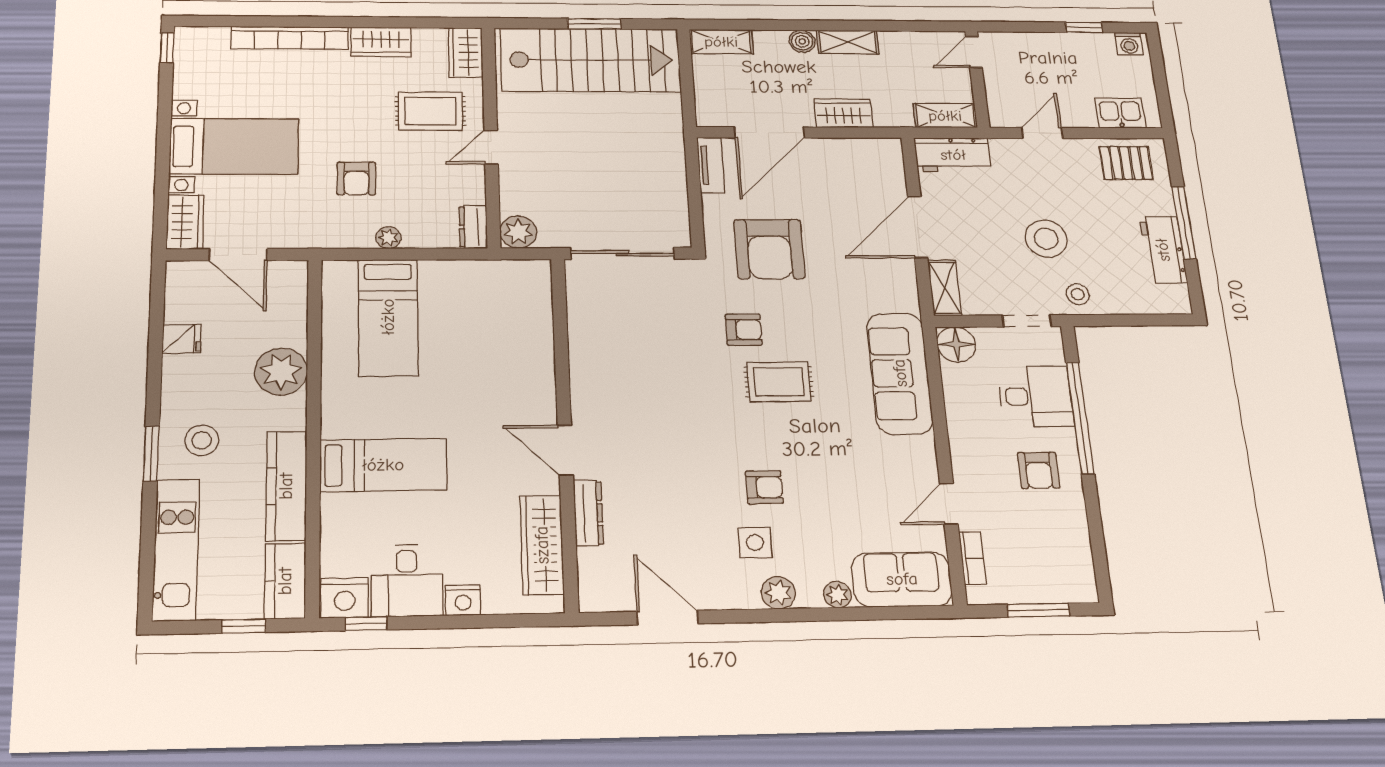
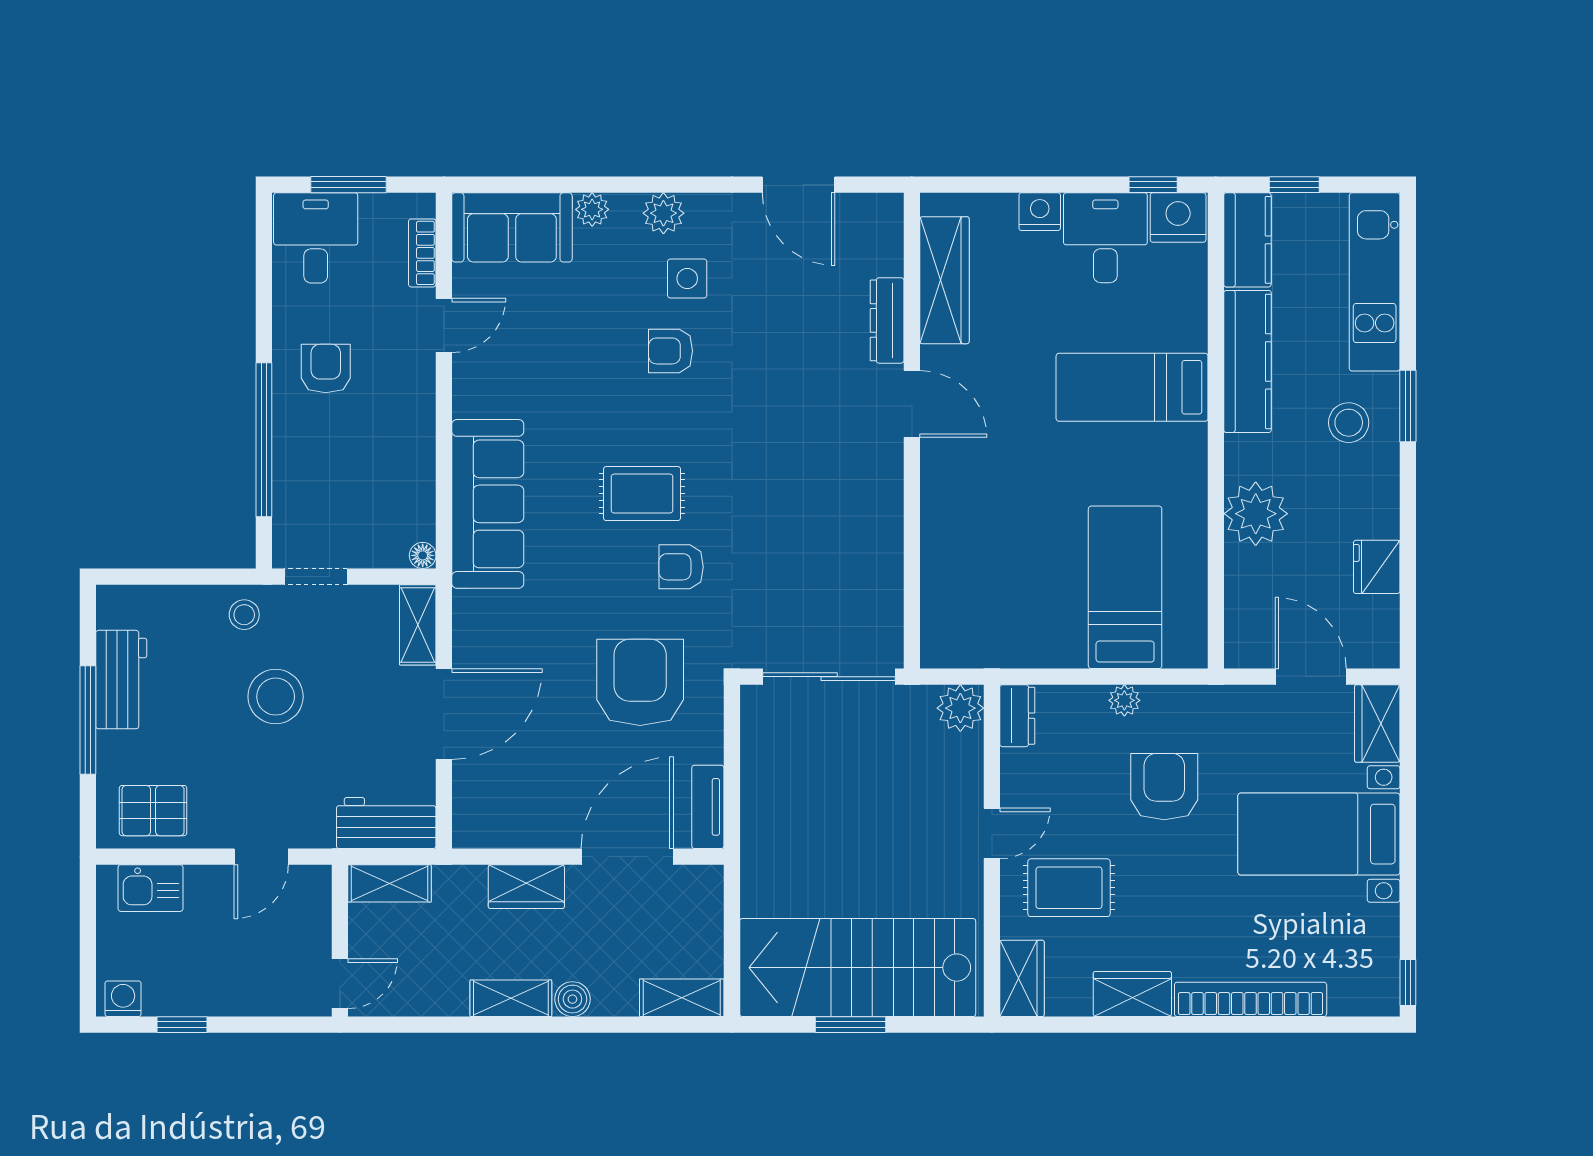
armchair: (356, 178) -> (1164, 787), width x1.38, depth x1.38
fridge: (182, 339) -> (1377, 567), width x1.38
floor lamp: (956, 344) -> (423, 555), width x0.53, depth x0.53
desk: (1036, 396) -> (316, 238), moved, turned 90

